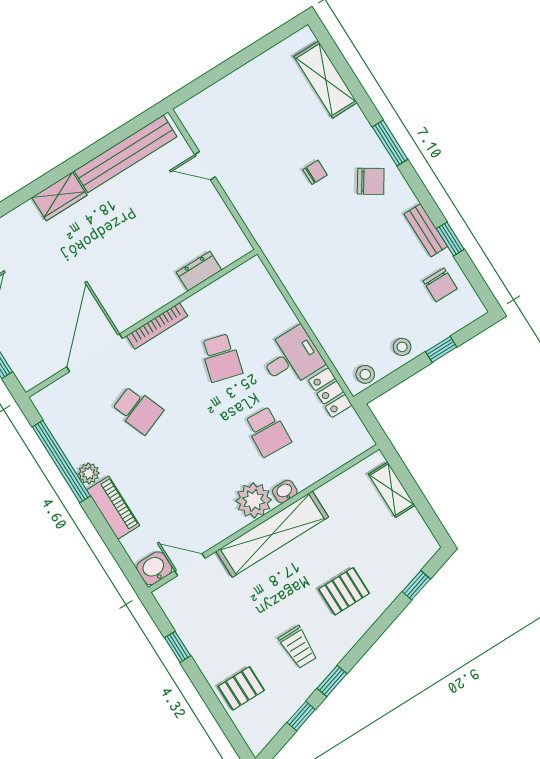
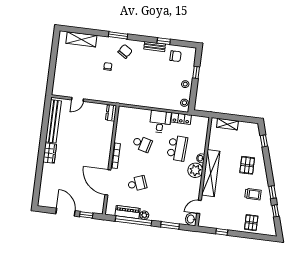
dresser: (199, 271) -> (111, 113), moved
school desk: (268, 432) -> (177, 148), width x1.85
piano: (113, 508) -> (128, 212), moved
window: (109, 538) -> (170, 225), added

